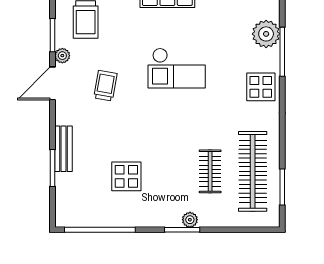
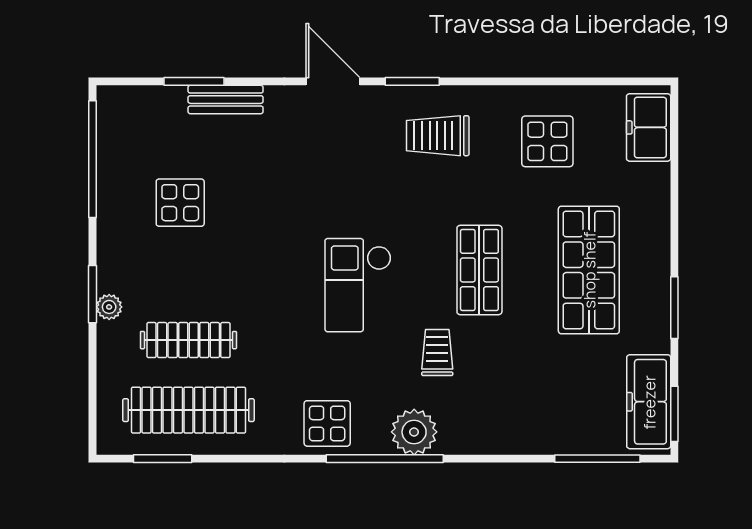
window: (282, 52) -> (385, 459), width x1.46
plant: (62, 56) -> (378, 98), removed
trolley: (105, 86) -> (437, 352), moved, turned -100
clothes rail: (210, 171) -> (188, 340), width x1.36

